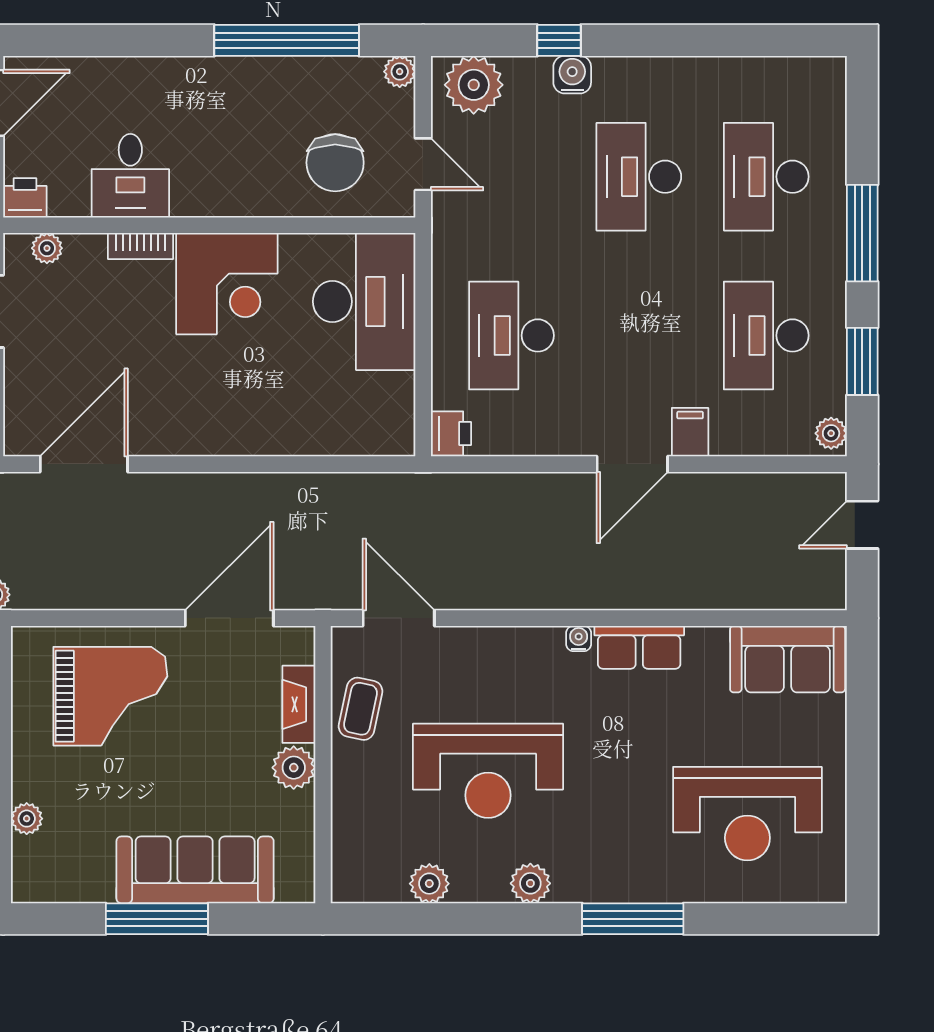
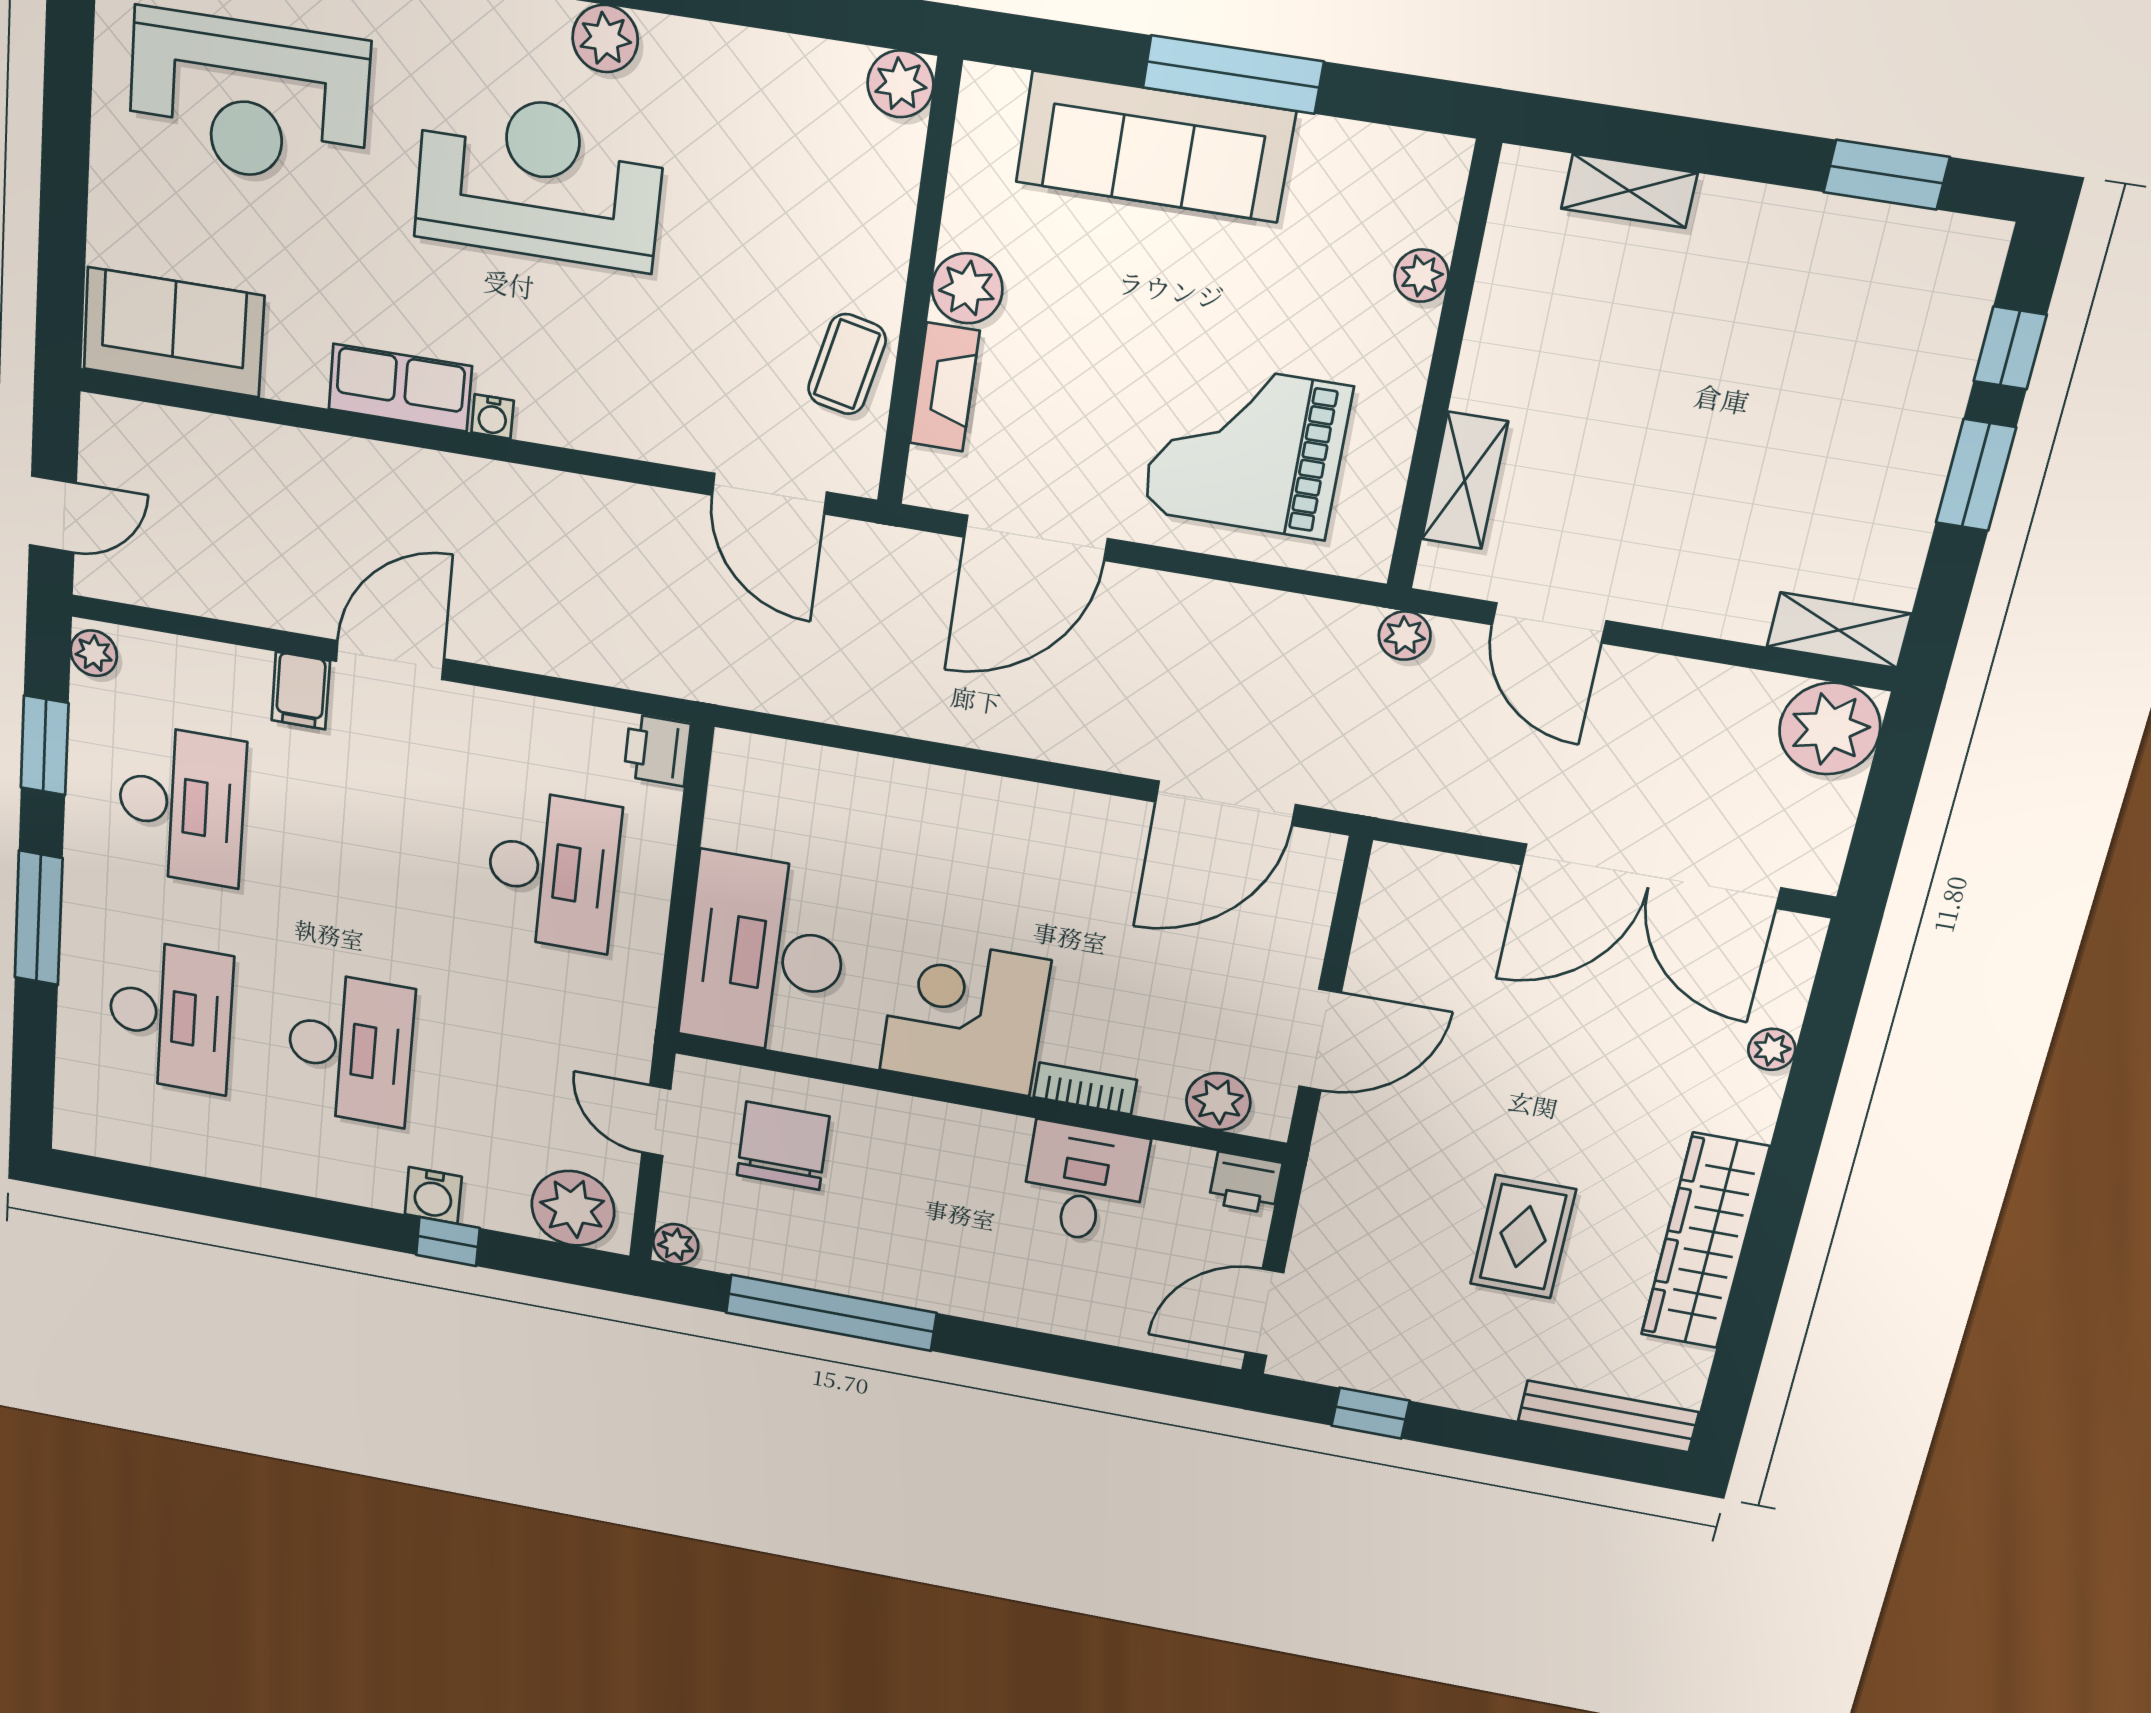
plant: (47, 248) -> (1218, 1102), width x1.38, depth x1.38
reception desk: (488, 771) -> (539, 180), moved
reception desk: (747, 814) -> (249, 99), turned 180
plant: (429, 884) -> (900, 84), moved

